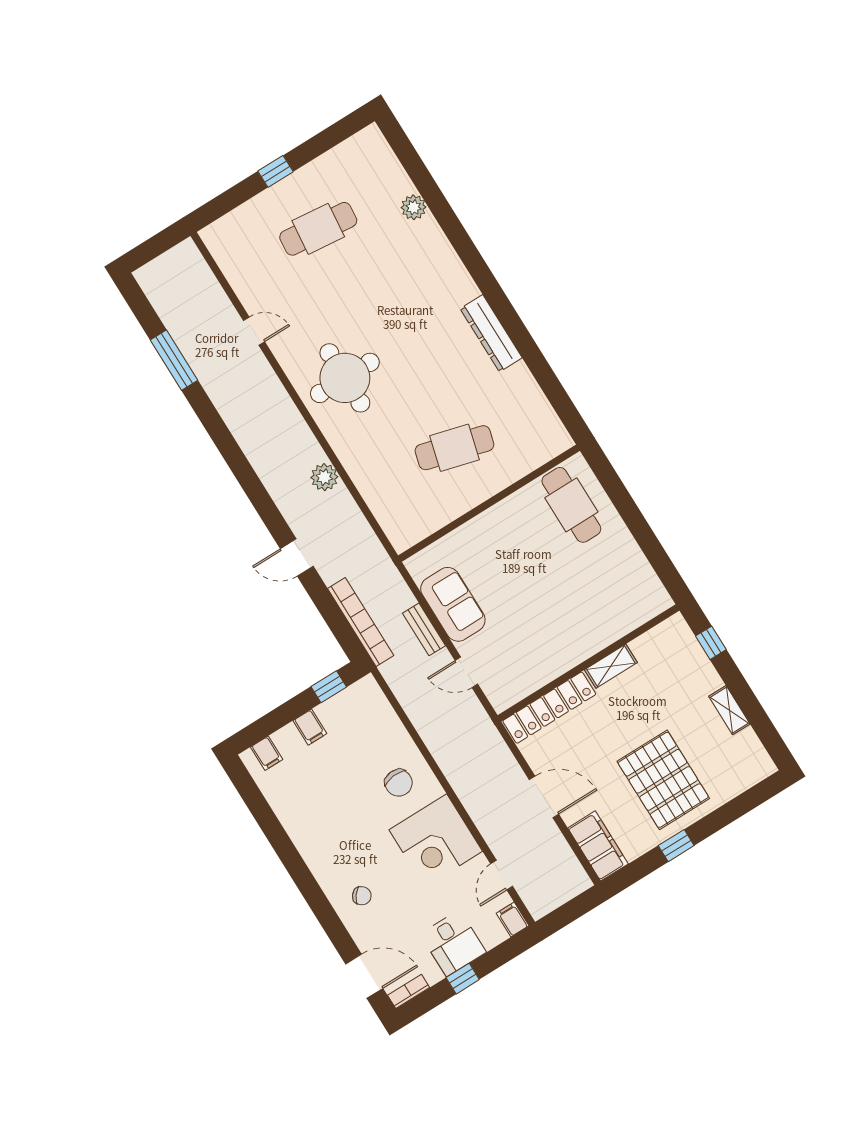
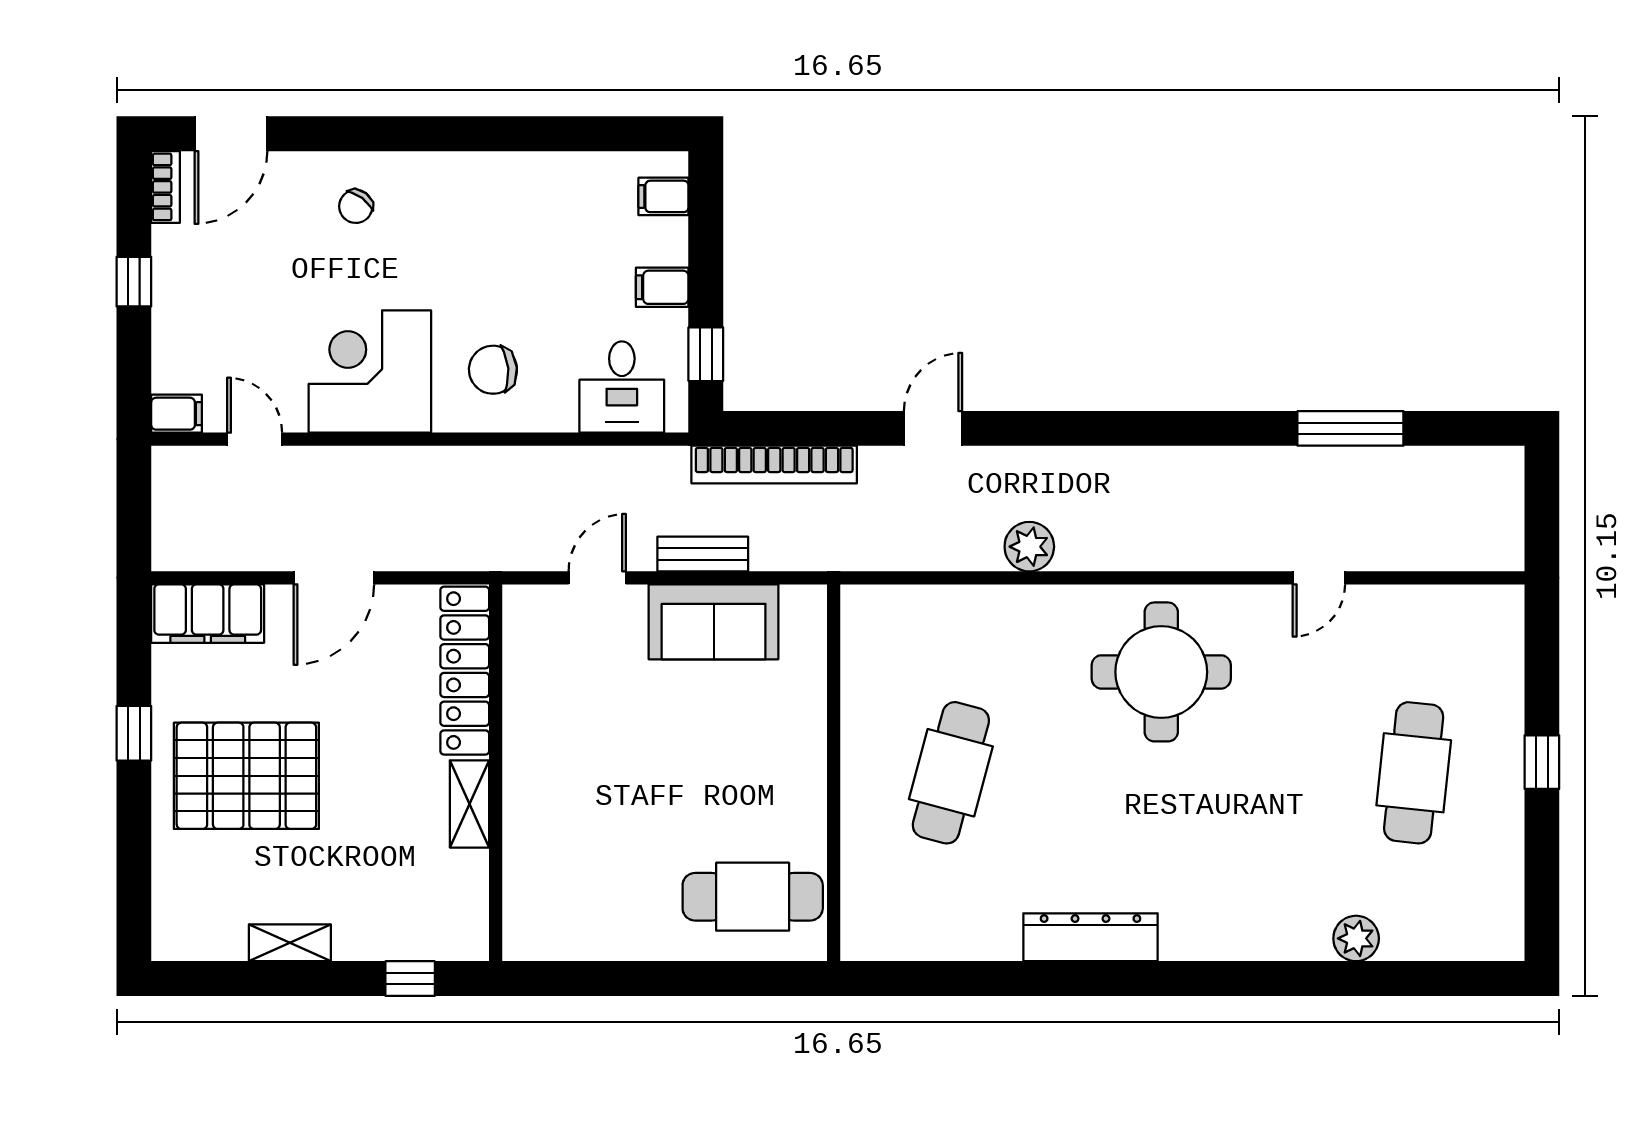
desk: (453, 943) -> (622, 387), moved, turned -90

